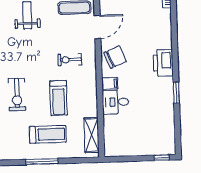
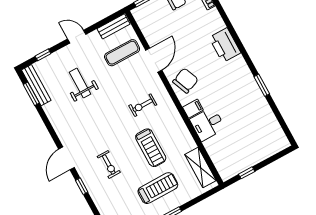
printer: (163, 63) -> (225, 45), moved
exercise bike: (17, 94) -> (109, 164), width x0.73, depth x0.72
window: (162, 158) -> (247, 173), moved

